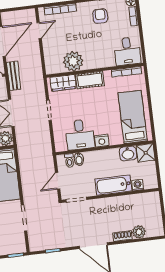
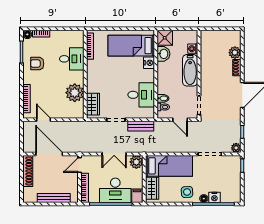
desk: (127, 51) -> (72, 59), moved
bench: (14, 76) -> (141, 126), moved
cot: (90, 80) -> (93, 80), removed
nightstand: (102, 141) -> (149, 63), moved
plant: (34, 246) -> (236, 148), added

